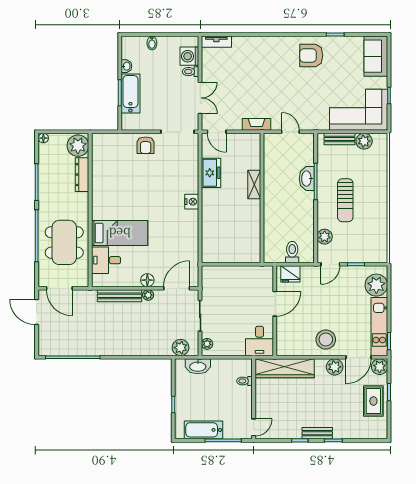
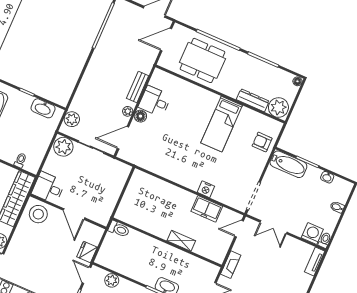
toilet: (191, 72) -> (325, 240), moved
bathtub: (130, 93) -> (288, 164), moved
armchair: (146, 145) -> (262, 142), moved
nightstand: (192, 202) -> (206, 189), moved
bed: (120, 233) -> (222, 124), moved
toilet: (292, 252) -> (119, 229), moved
desk: (106, 260) -> (155, 101), moved, turned -90
fridge: (290, 274) -> (87, 252), moved
door: (177, 288) -> (123, 138), swing flipped
bench: (119, 296) -> (138, 87), width x0.73
stool: (326, 339) -> (38, 214), moved
plant: (207, 344) -> (63, 147), width x1.88, depth x1.88
washbasin: (198, 366) -> (43, 108), moved, turned -90

